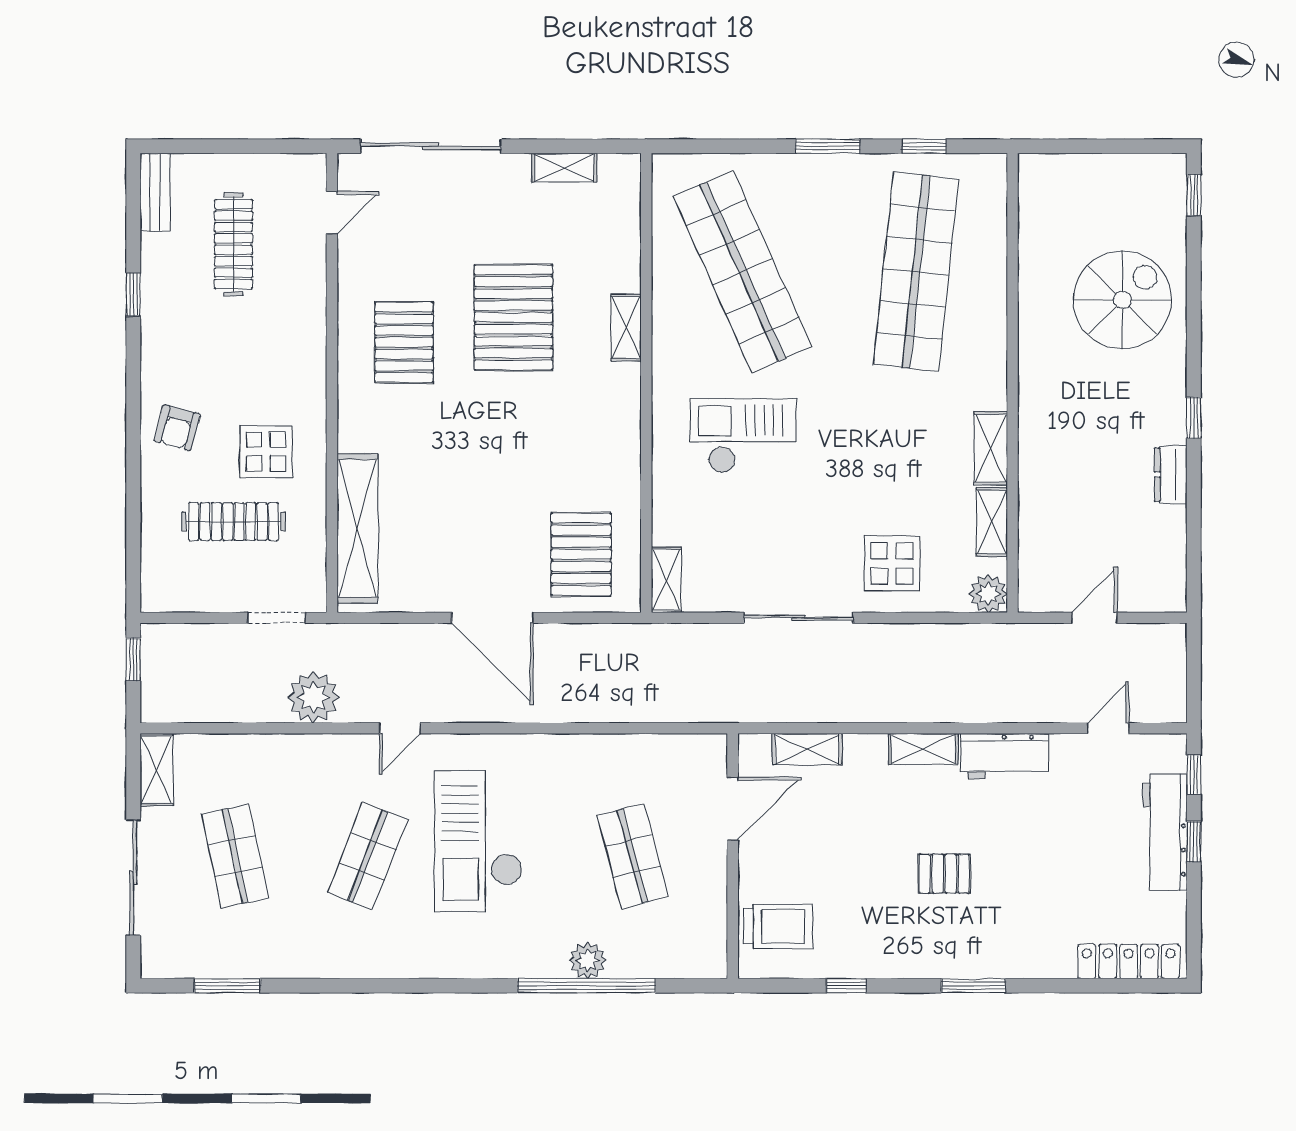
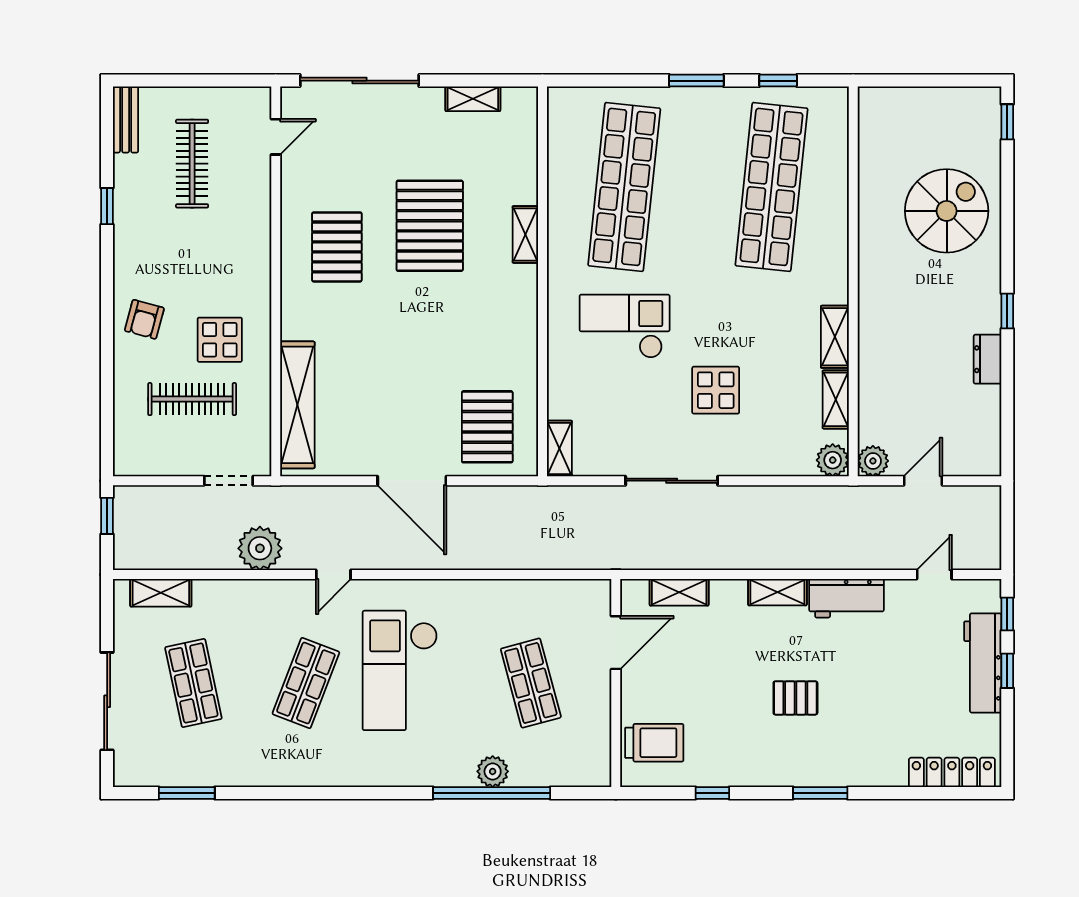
shop shelf: (743, 272) -> (624, 187), turned 30
display table: (892, 563) -> (716, 390), moved
plant: (1036, 595) -> (873, 461), added
shelving: (156, 770) -> (161, 593), moved, turned 90

